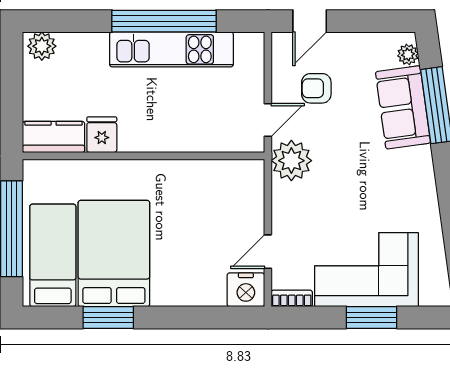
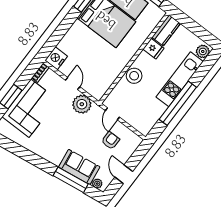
door: (310, 21) -> (124, 174), moved
kitchen unit: (171, 49) -> (180, 79), moved
stool: (174, 133) -> (134, 76), added
plant: (291, 161) -> (82, 104), moved
door: (268, 252) -> (73, 84), moved

